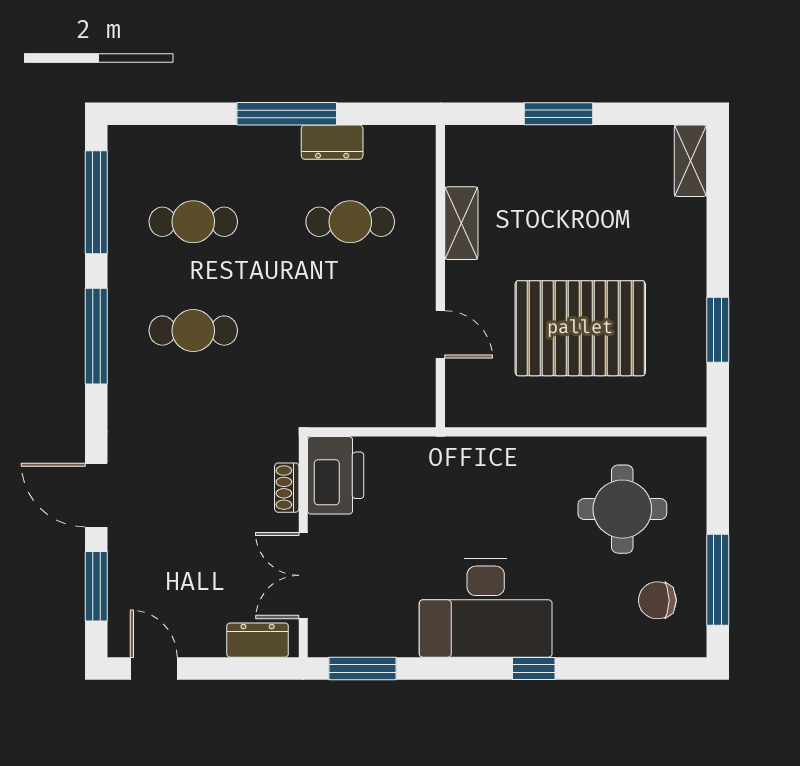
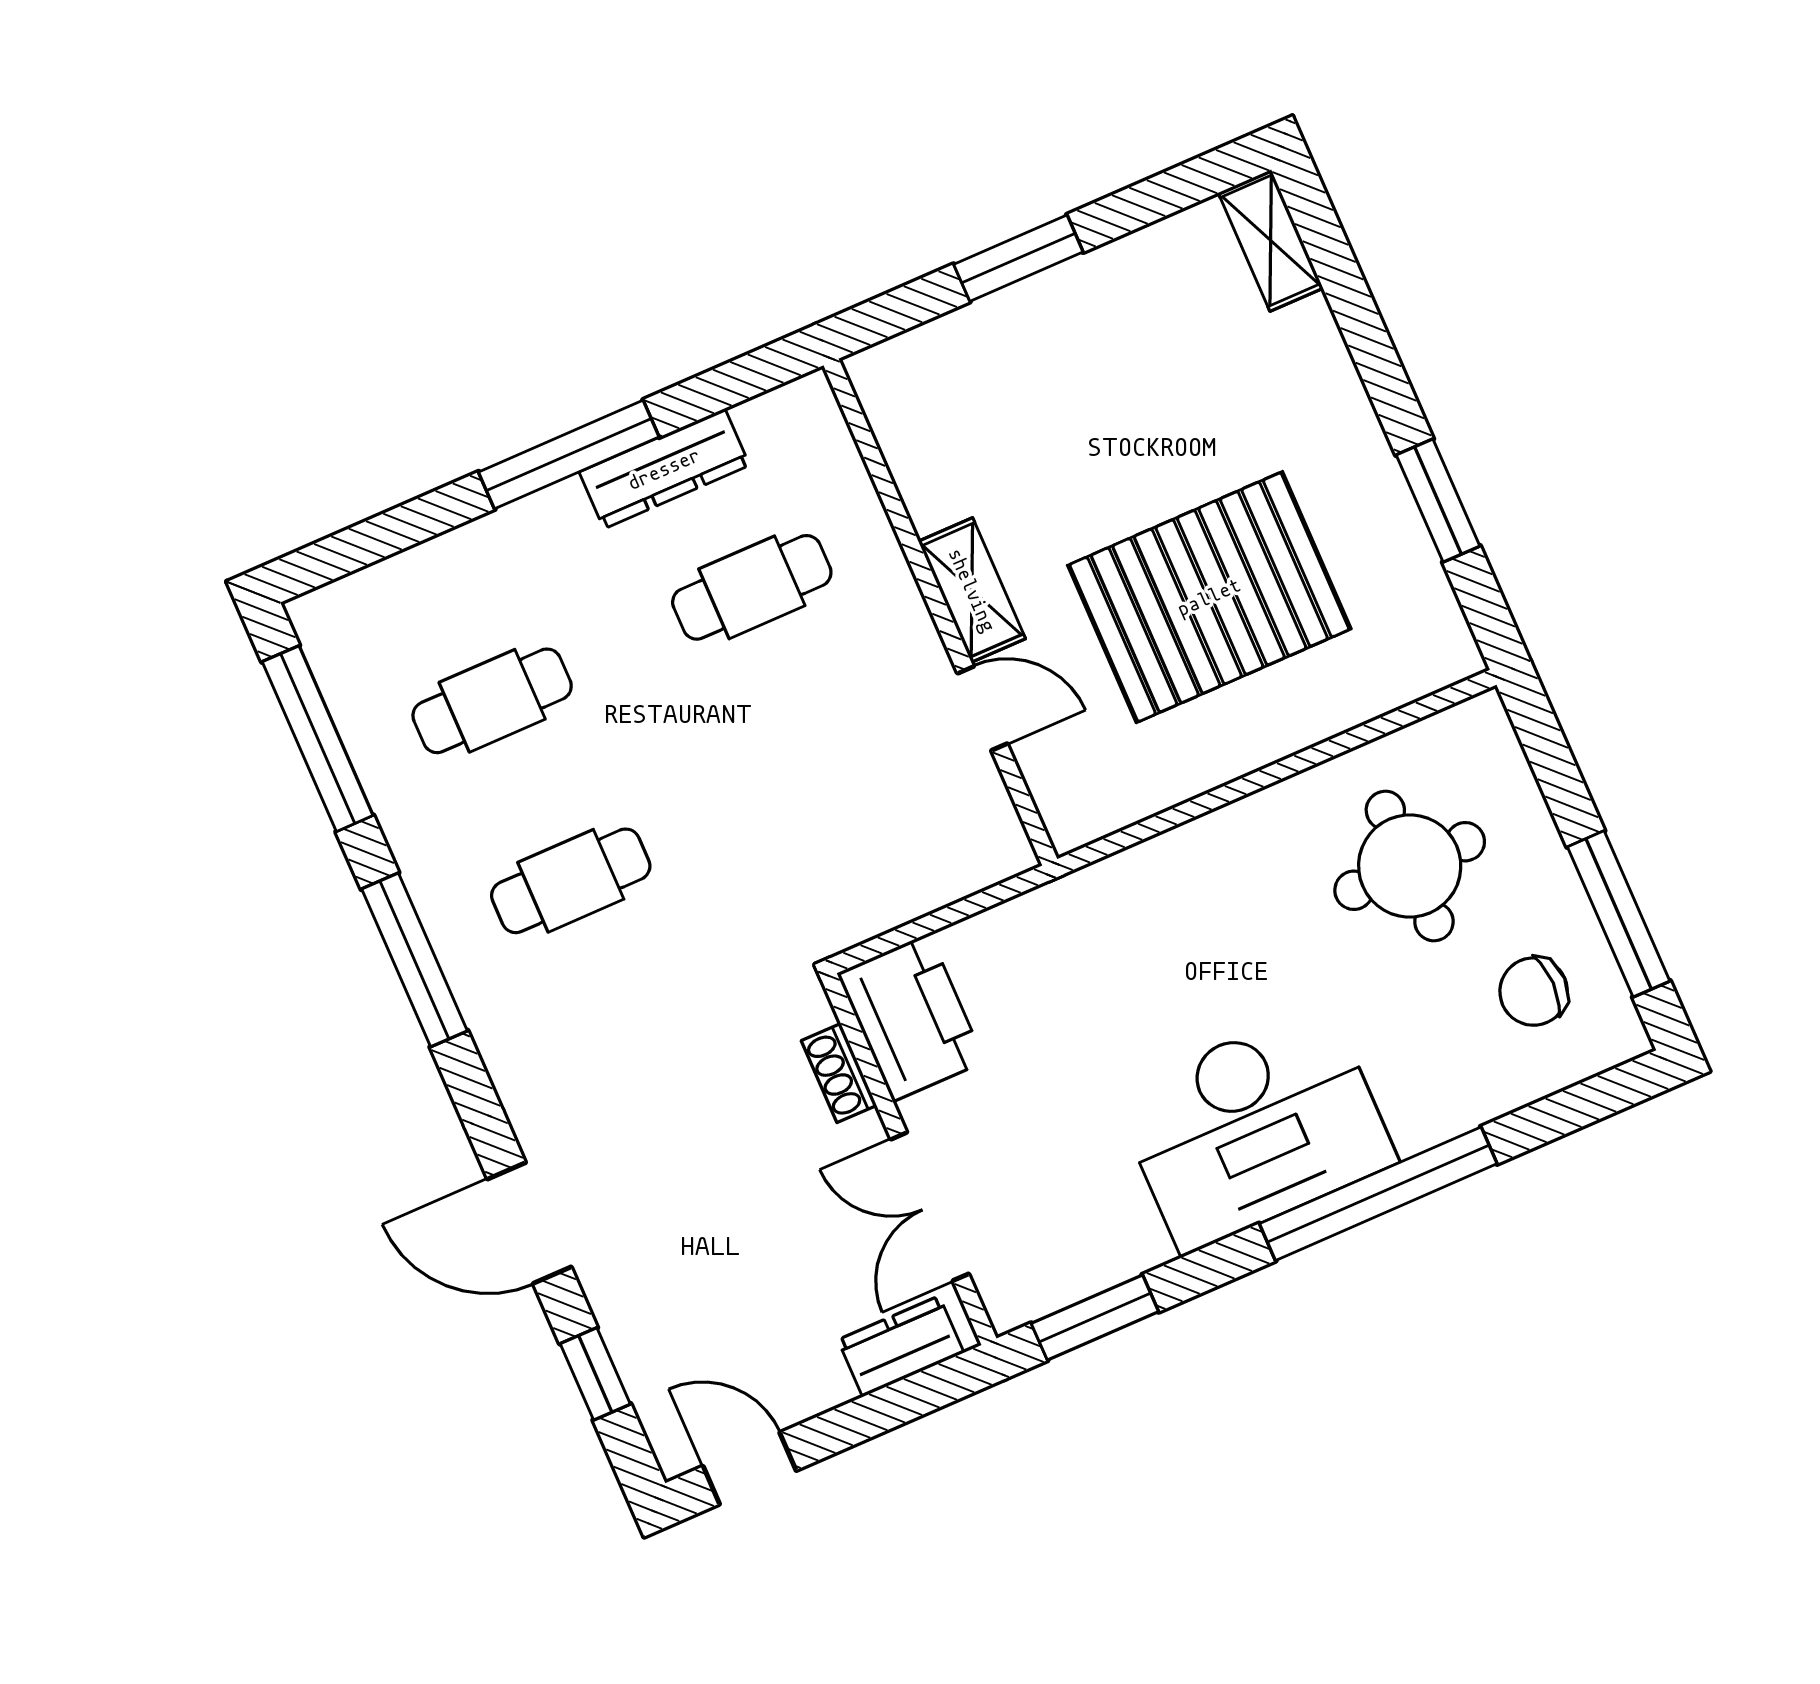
dresser: (332, 142) -> (664, 469), width x1.44
shelving: (461, 223) -> (972, 590), moved
window: (96, 586) -> (595, 1374), width x0.67
window: (534, 668) -> (1378, 1194), width x3.17

